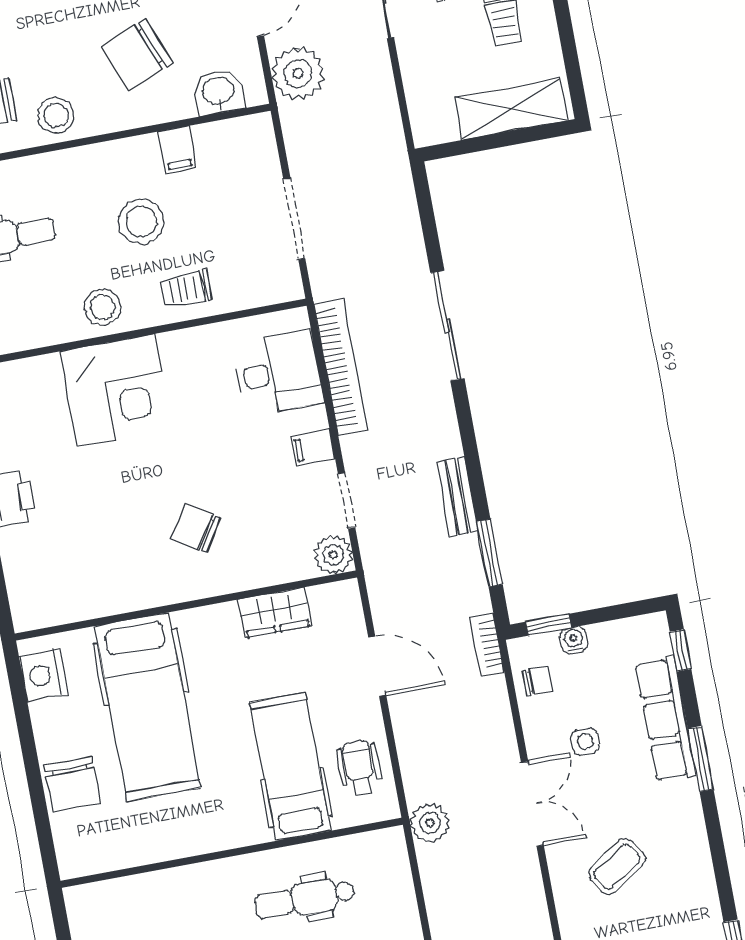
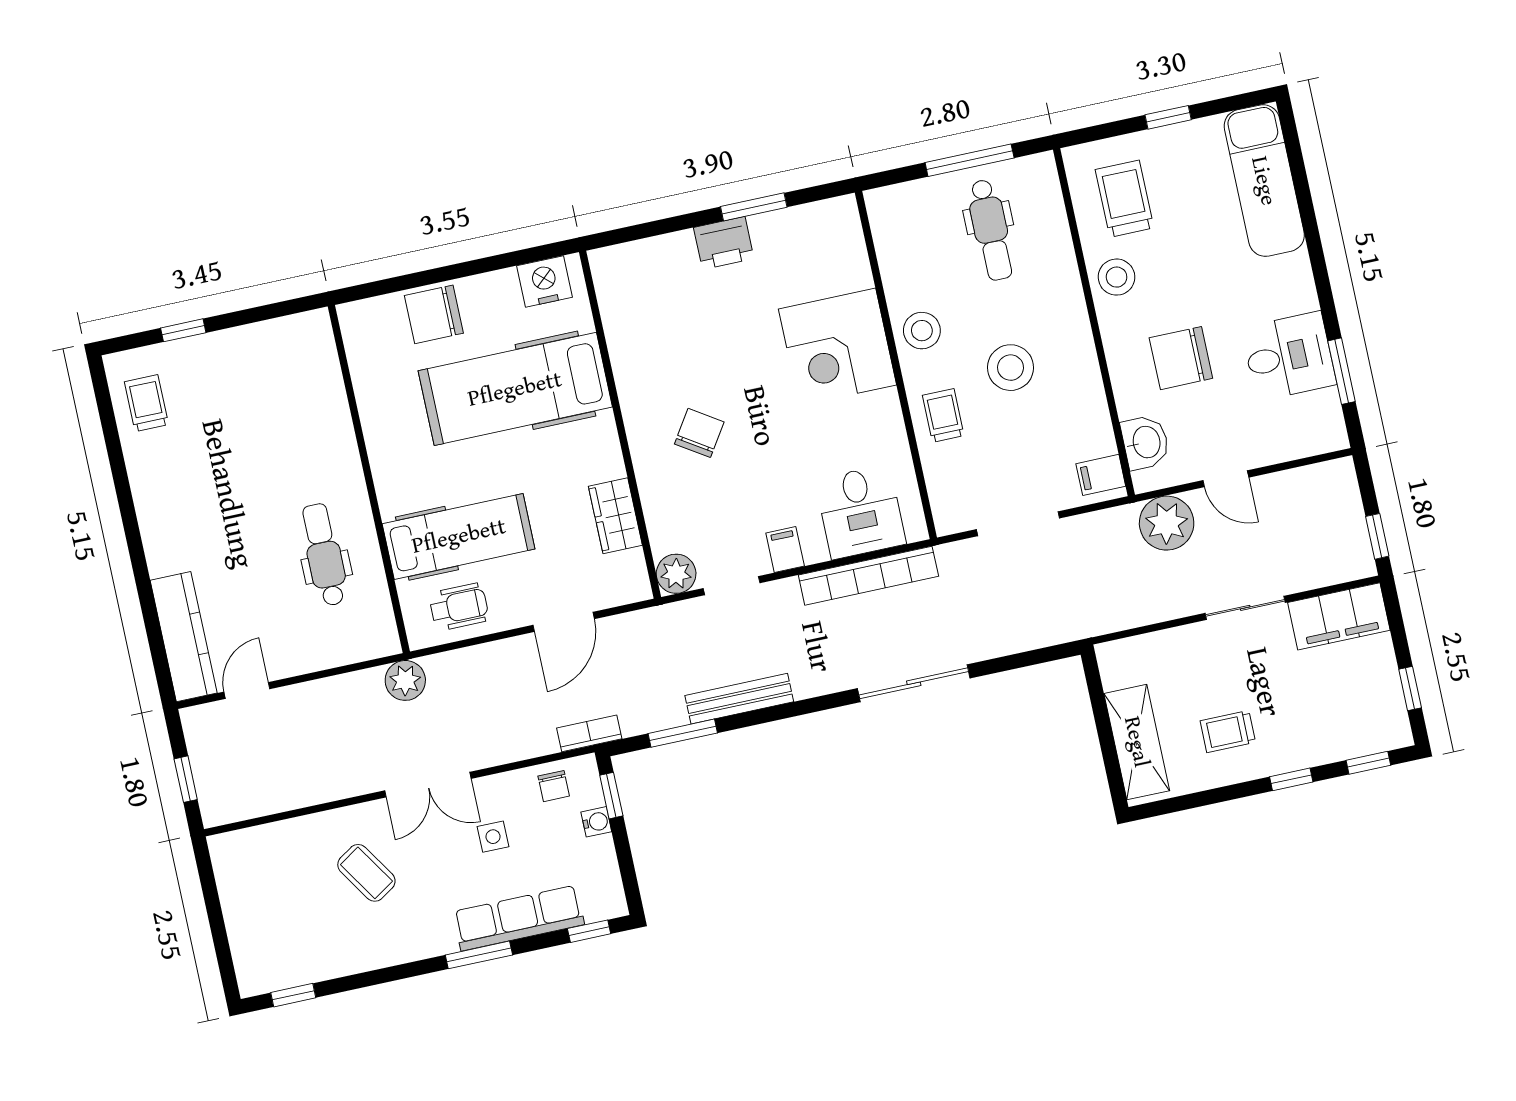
chair: (137, 55) -> (1181, 358), turned -68
filing cabinet: (177, 150) -> (1101, 475), moved
bench: (457, 497) -> (739, 699), width x1.36

